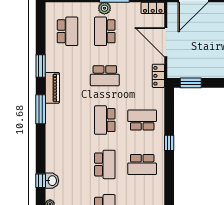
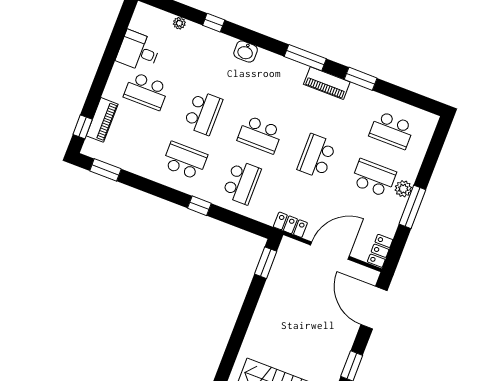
school desk: (105, 120) -> (260, 135), turned 180
school desk: (105, 164) -> (203, 113), turned -90
school desk: (142, 164) -> (185, 161), turned 90
washbasin: (52, 181) -> (246, 51), moved

